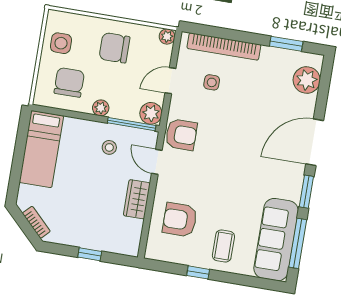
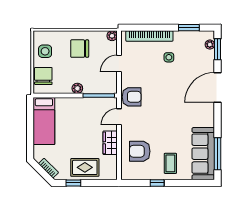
plant: (307, 80) -> (210, 45), width x0.53, depth x0.53
chair: (69, 82) -> (43, 76), moved
side table: (212, 82) -> (169, 57), moved
plant: (151, 113) -> (110, 86), removed
stool: (109, 147) -> (87, 113), removed
door: (157, 162) -> (119, 117), hinge flipped
window: (306, 192) -> (218, 49), moved
rug: (92, 230) -> (85, 167), added
window: (90, 254) -> (73, 183), moved

